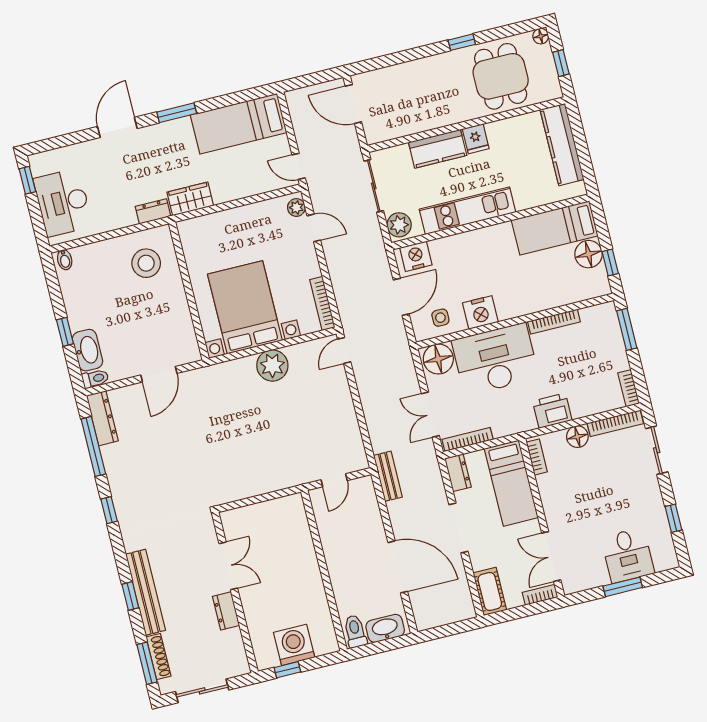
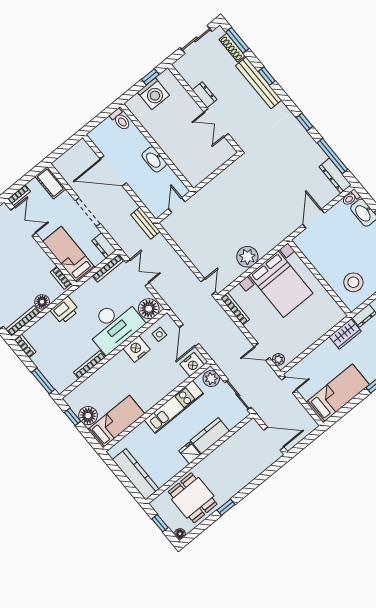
washbasin: (385, 628) -> (154, 160), moved, turned 90

